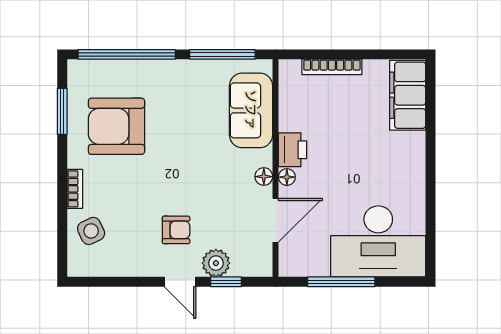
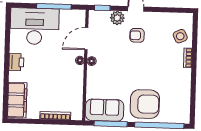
sofa: (251, 110) -> (105, 110), moved, turned -90
window: (62, 111) -> (193, 97), removed
armchair: (116, 126) -> (145, 104), moved
printer: (293, 150) -> (16, 62), moved, turned 180
window: (226, 282) -> (102, 8), moved

